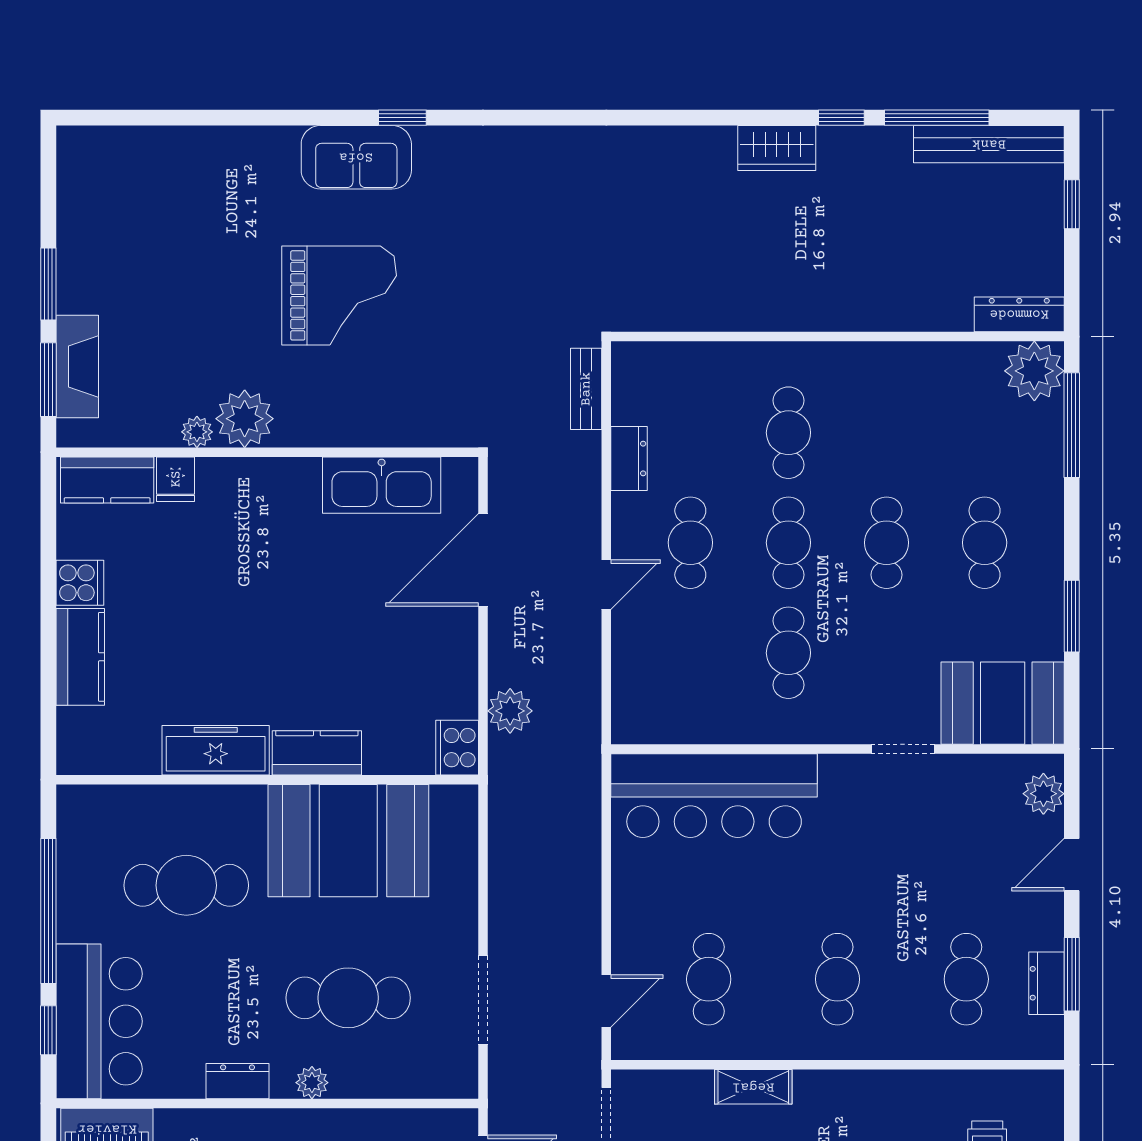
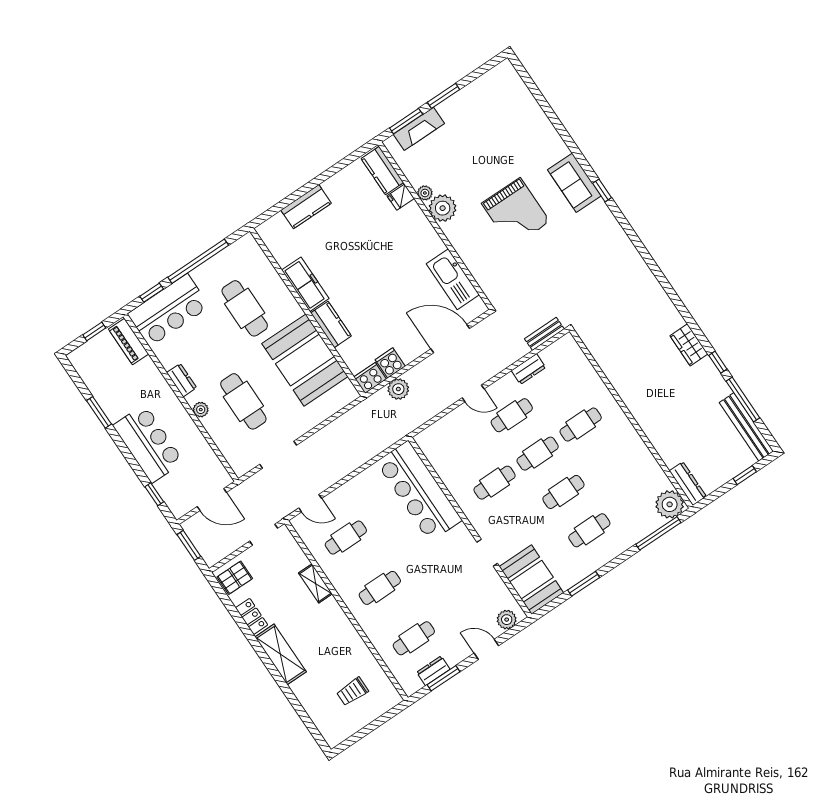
cooker: (80, 583) -> (390, 363), moved, turned 180

